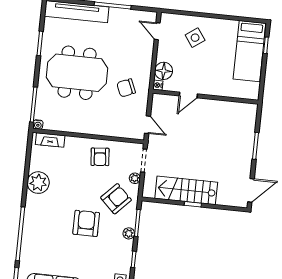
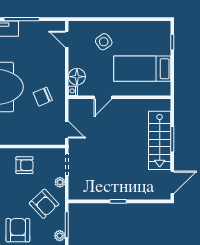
bed: (249, 51) -> (142, 69), moved, turned 90
armchair: (100, 157) -> (24, 165), turned -85
stairs: (186, 190) -> (160, 140), moved, turned -90
armchair: (116, 199) -> (44, 204), turned 93

